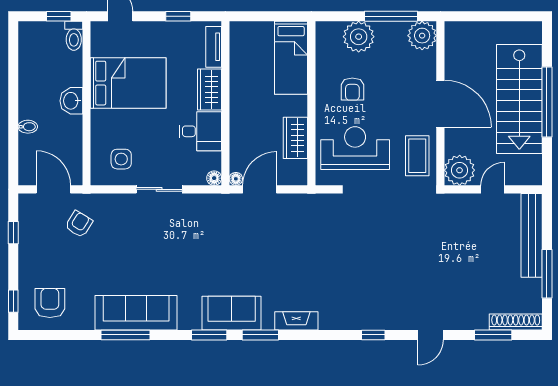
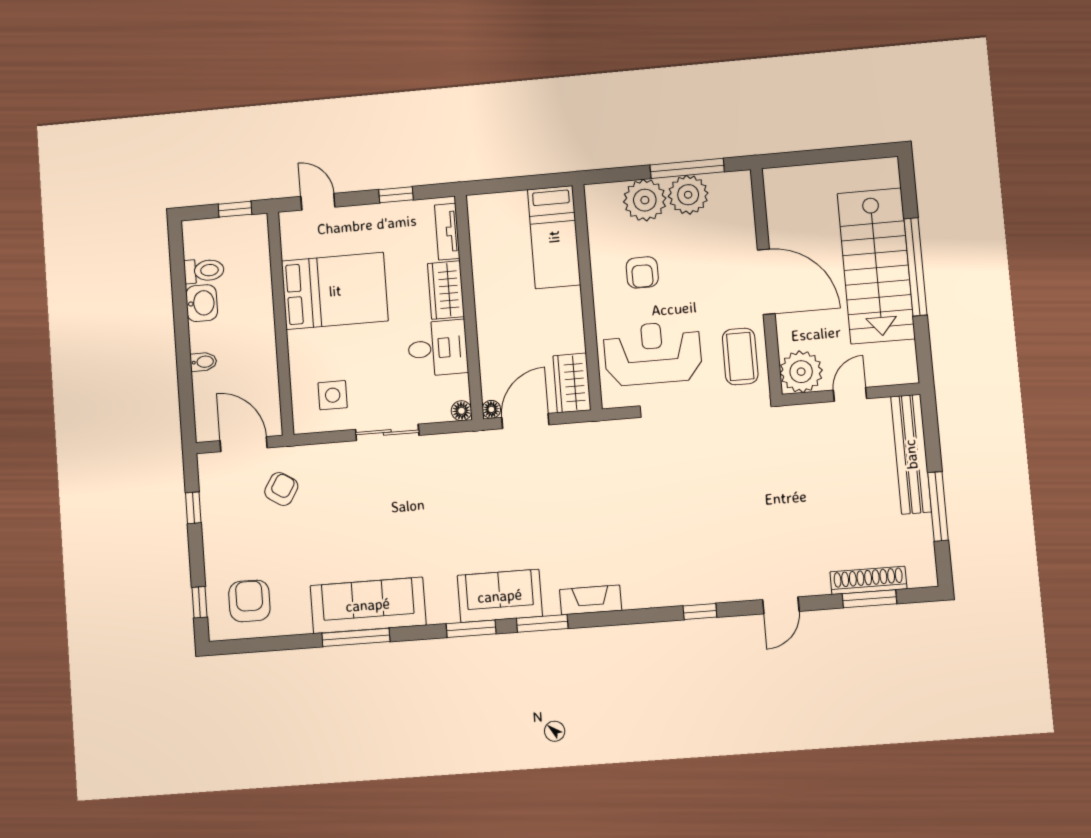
toilet: (74, 36) -> (204, 271), moved, turned -90
plant: (422, 36) -> (688, 195), moved
washbasin: (71, 101) -> (202, 303), moved, turned 180
wardrobe: (295, 138) -> (572, 383), moved
shoe rack: (516, 322) -> (868, 580), moved

